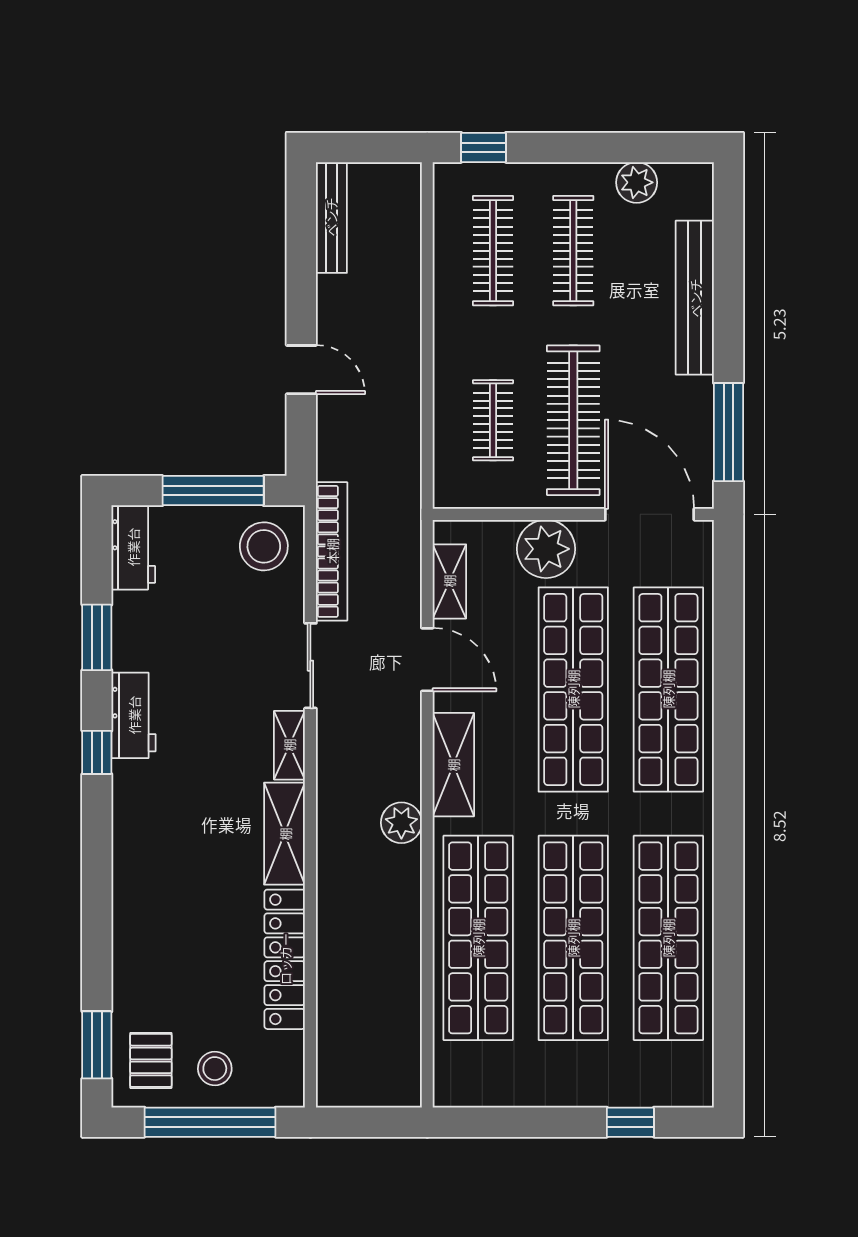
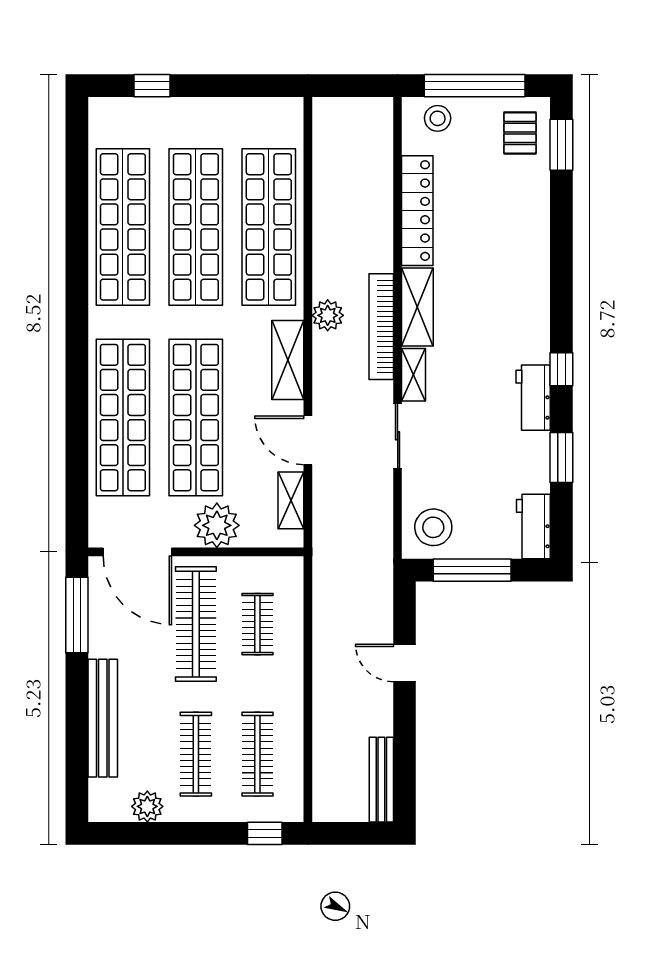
bookcase: (332, 551) -> (381, 327), moved
stool: (215, 1069) -> (438, 118), moved

